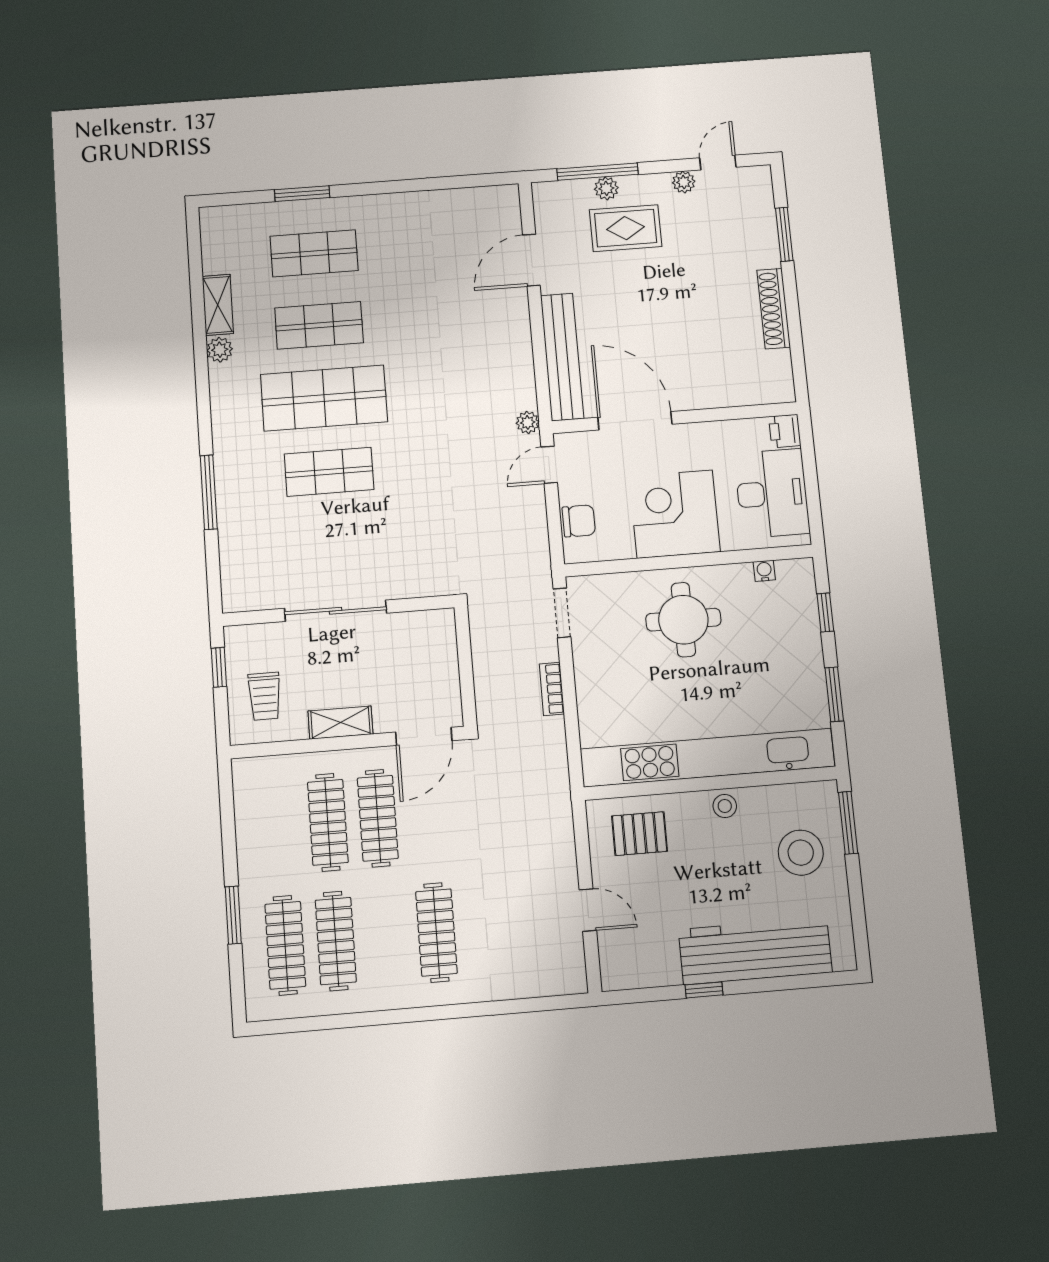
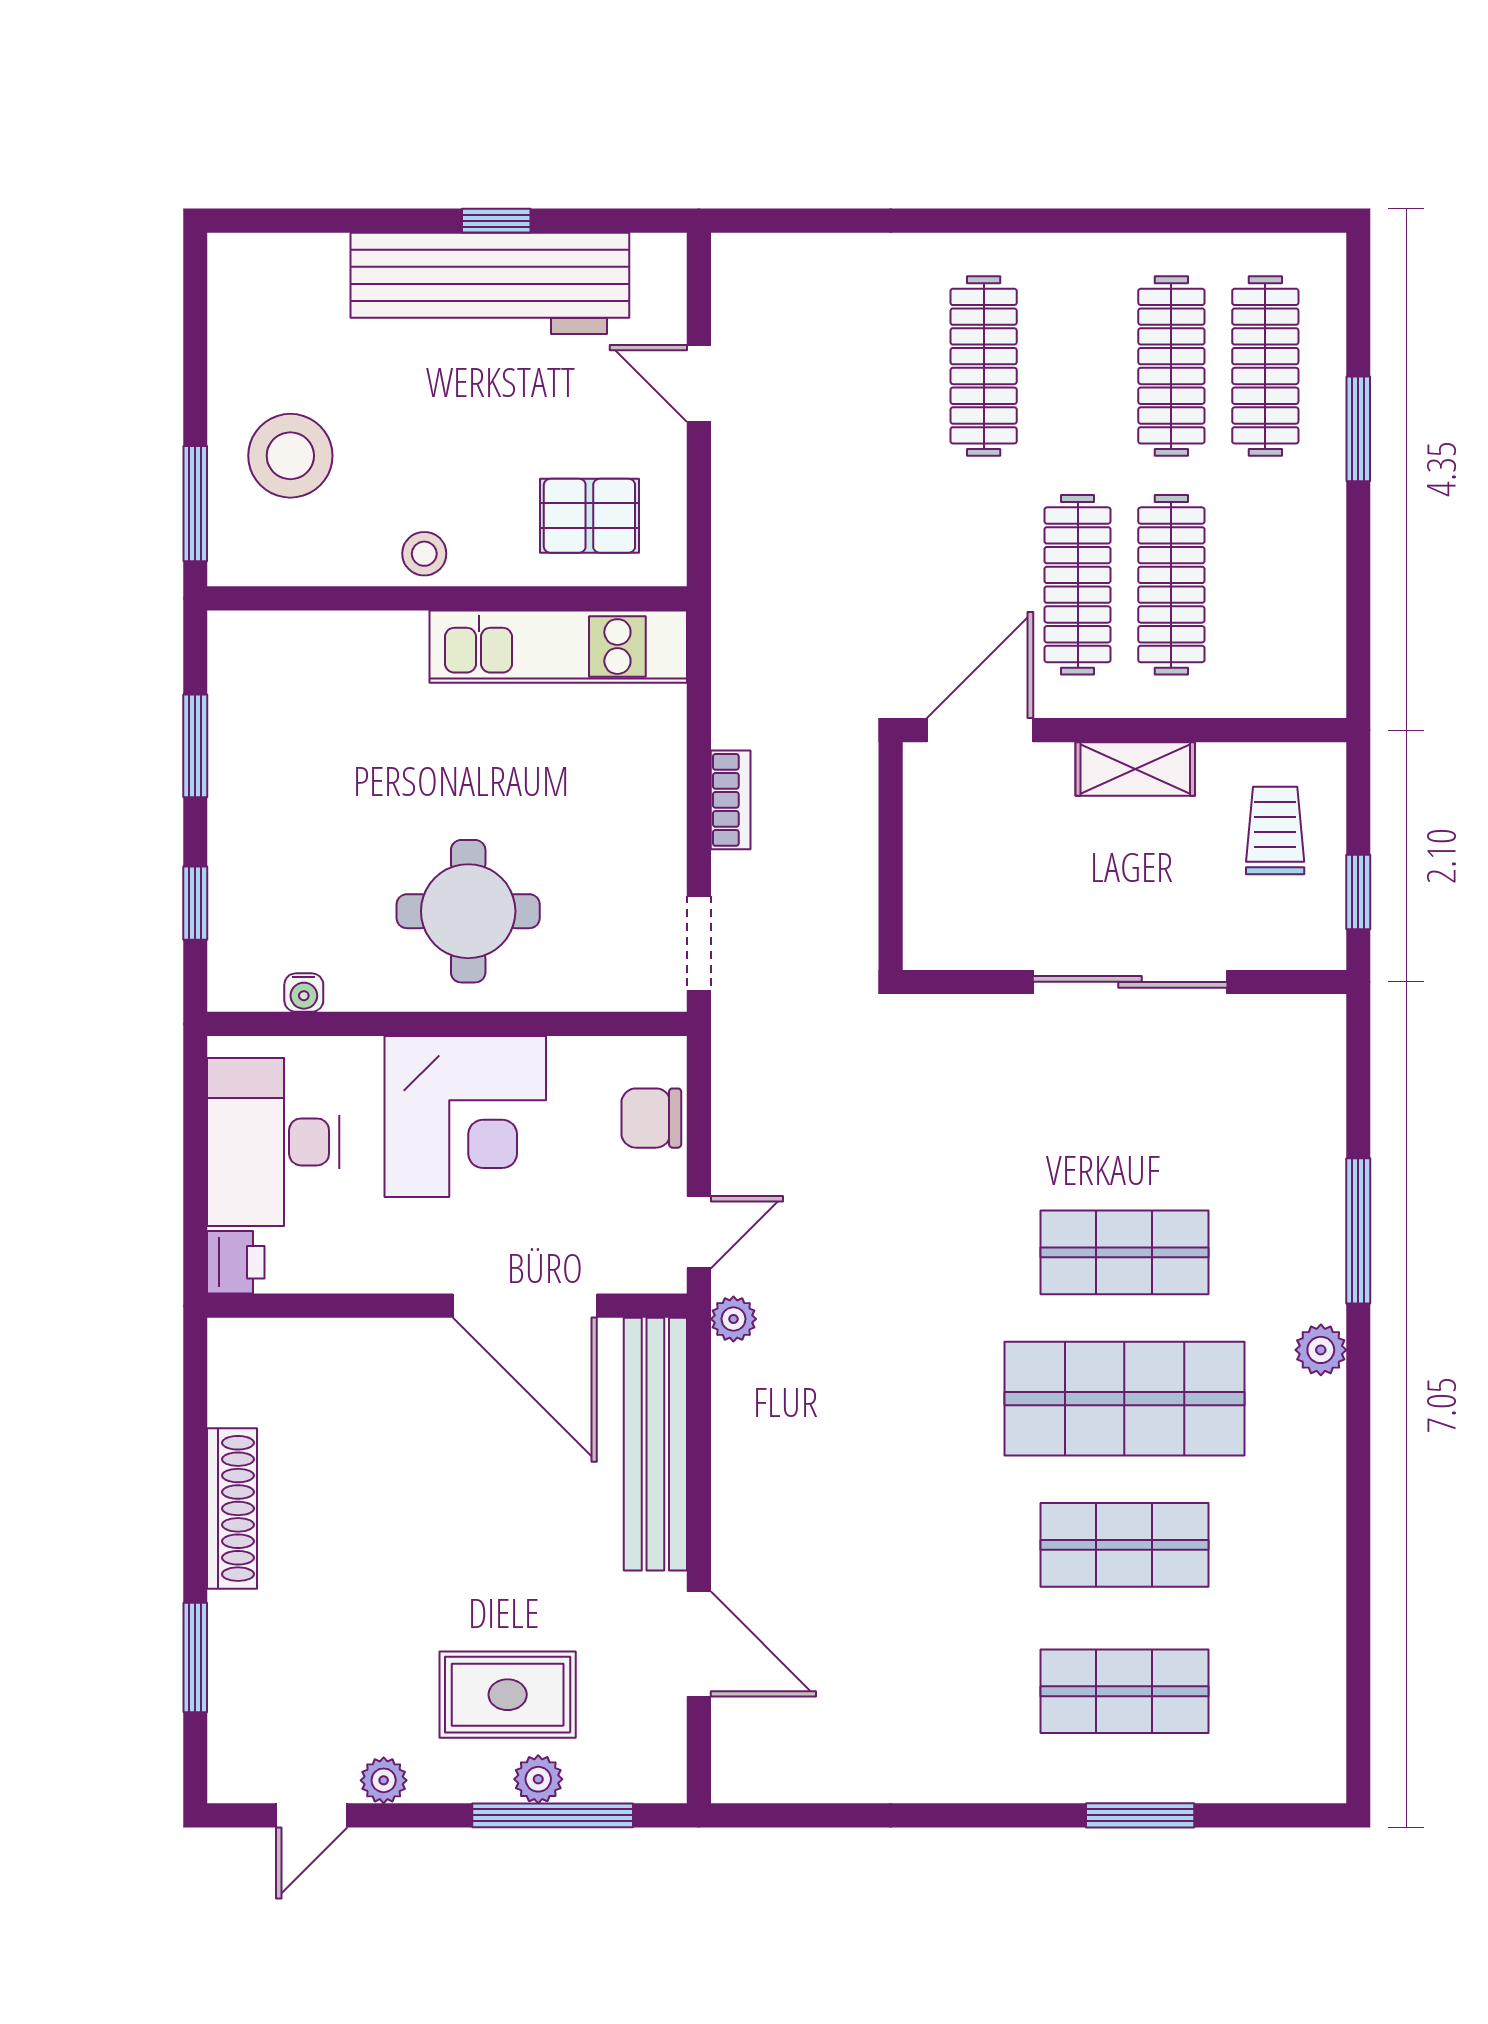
door: (531, 260) -> (699, 1644), hinge flipped
shelving: (218, 305) -> (1319, 1602), removed
plant: (220, 350) -> (1321, 1350), moved
kitchen unit: (708, 758) -> (558, 647), width x0.54
workbench: (755, 951) -> (490, 283), moved

